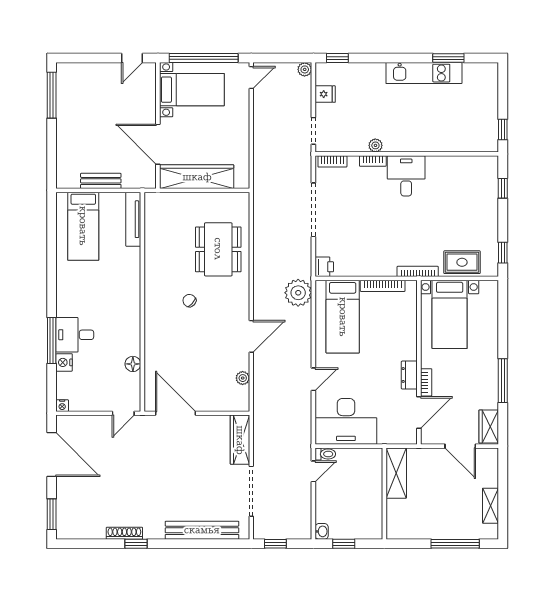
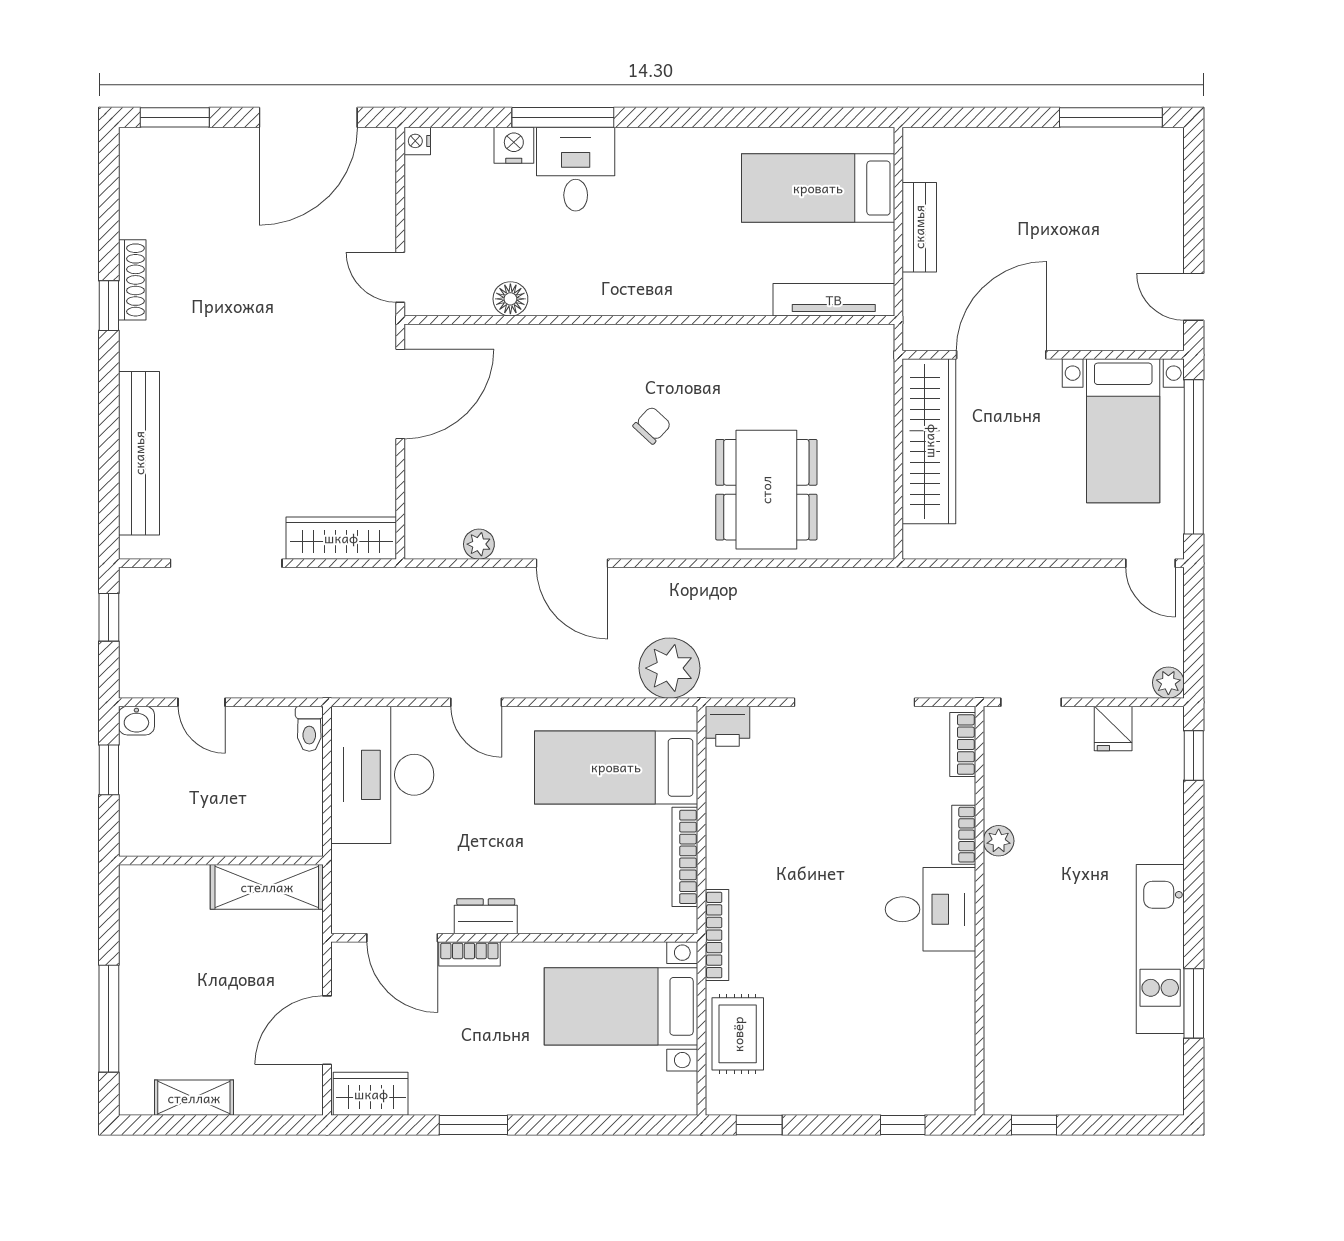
dining table: (218, 249) -> (766, 490), turned 90
window: (503, 381) -> (473, 1125), width x0.69
door: (313, 471) -> (201, 702), moved

